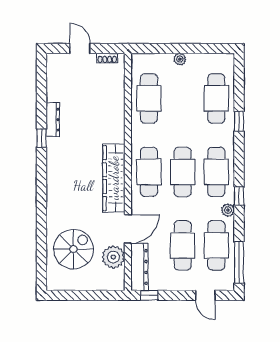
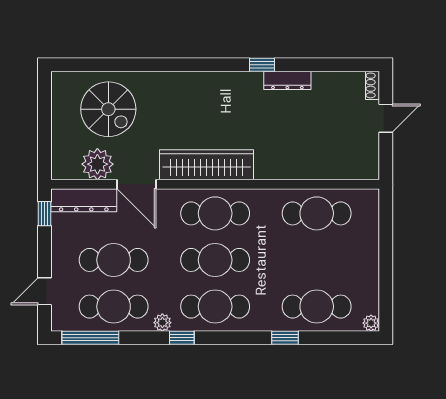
shoe rack: (107, 58) -> (372, 85), moved
plant: (180, 59) -> (371, 323), moved

